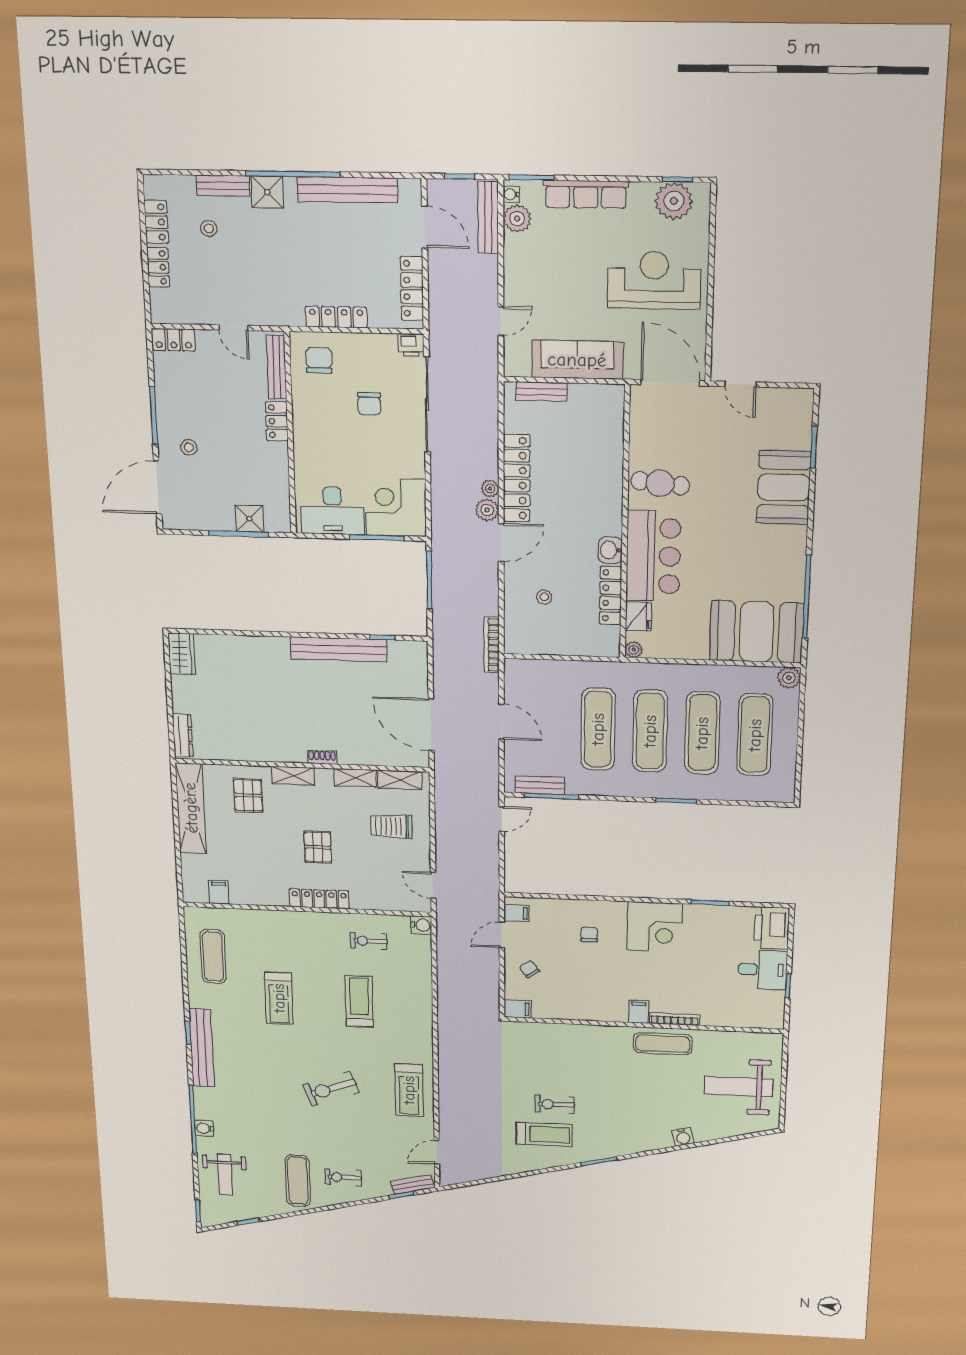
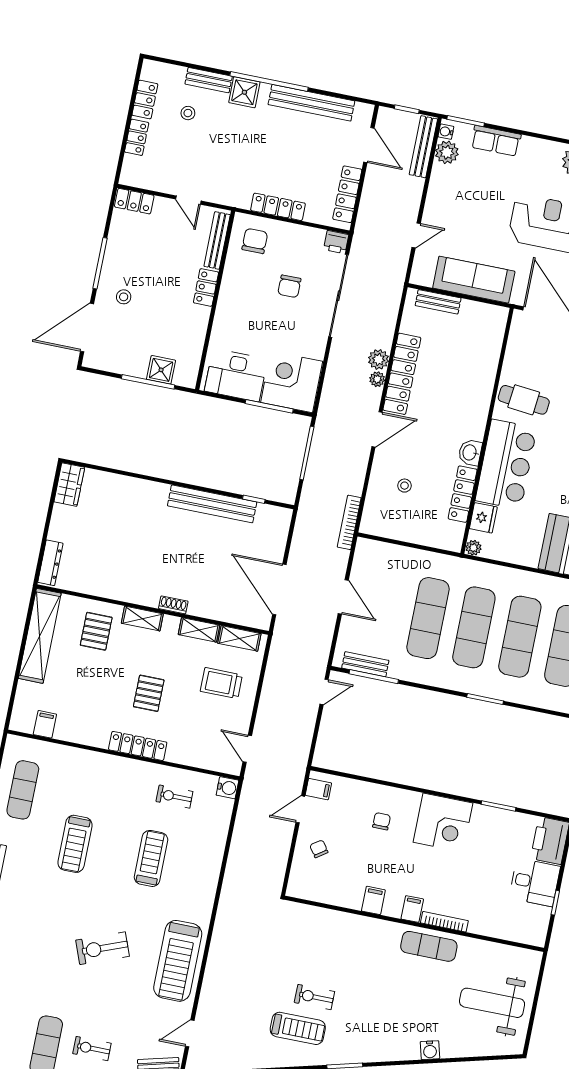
row of seats: (586, 194) -> (496, 141), width x0.68
plant: (487, 510) -> (379, 359), moved
filing cabinet: (517, 1009) -> (373, 900), moved, turned -90
treadmill: (409, 1090) -> (178, 961), width x1.37, depth x1.38

